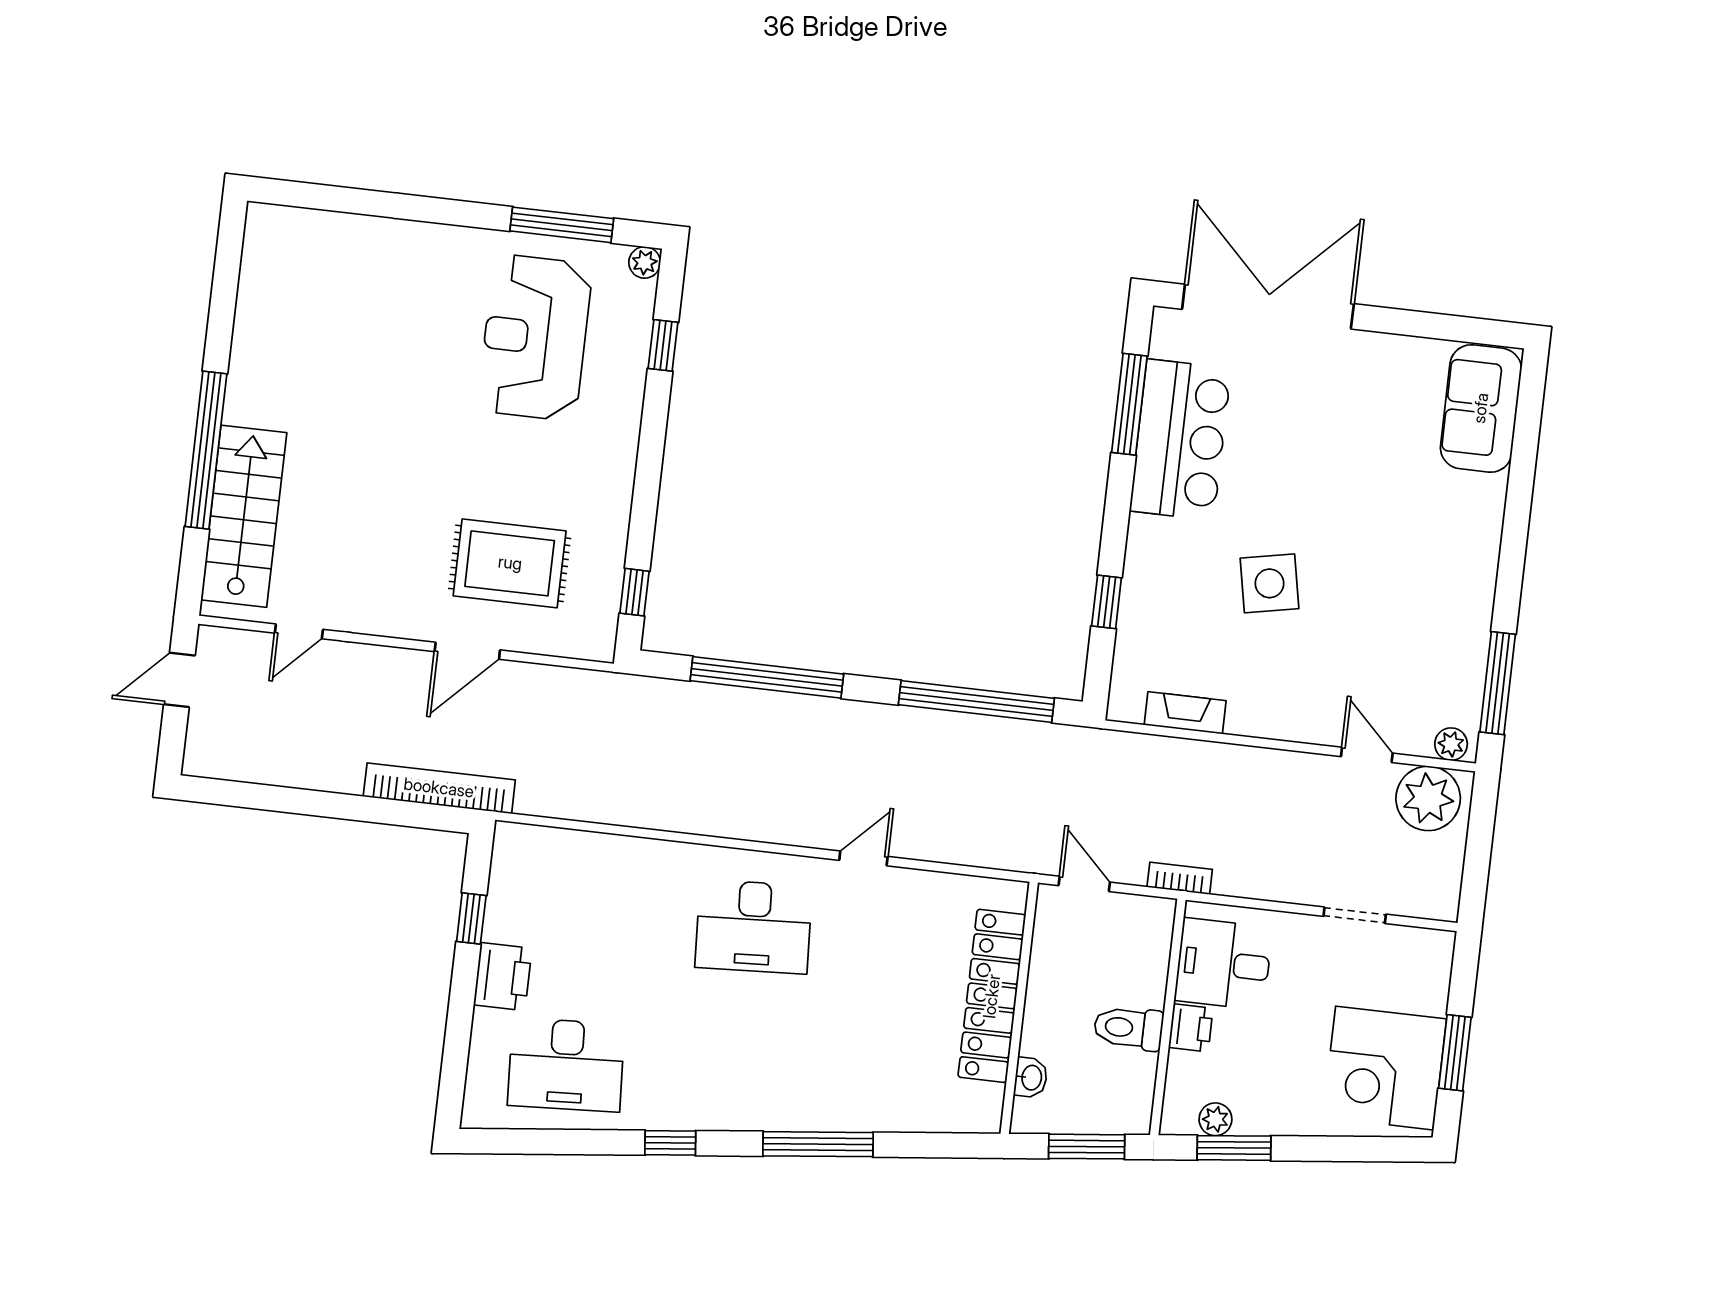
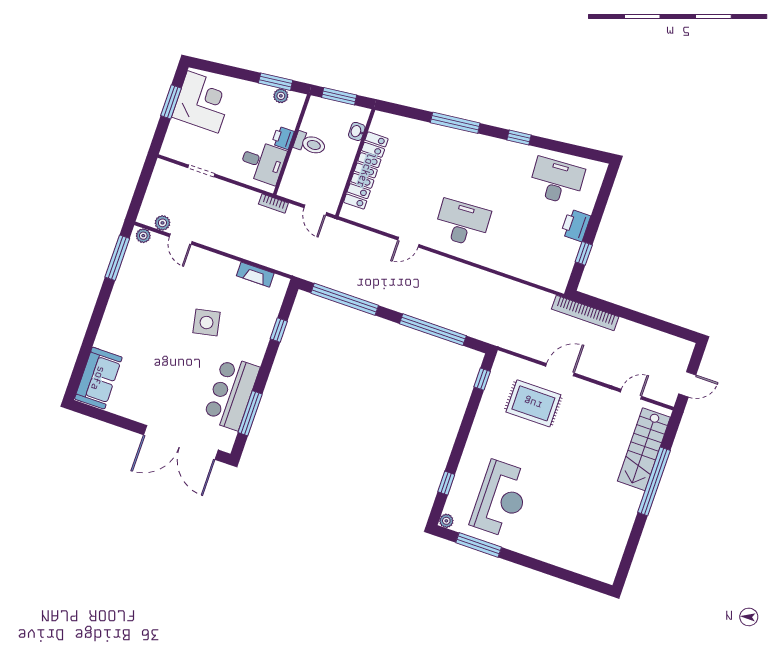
plant: (1428, 798) -> (162, 223), width x0.53, depth x0.53

